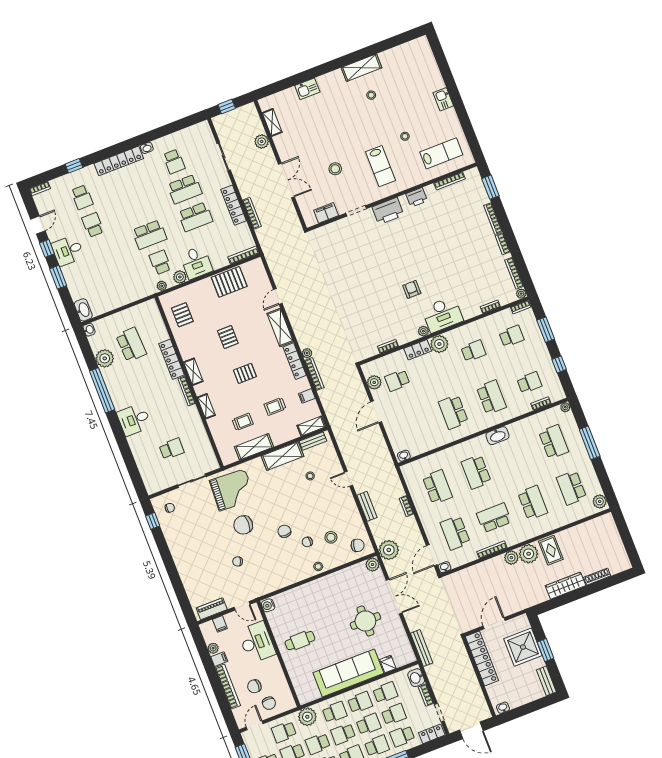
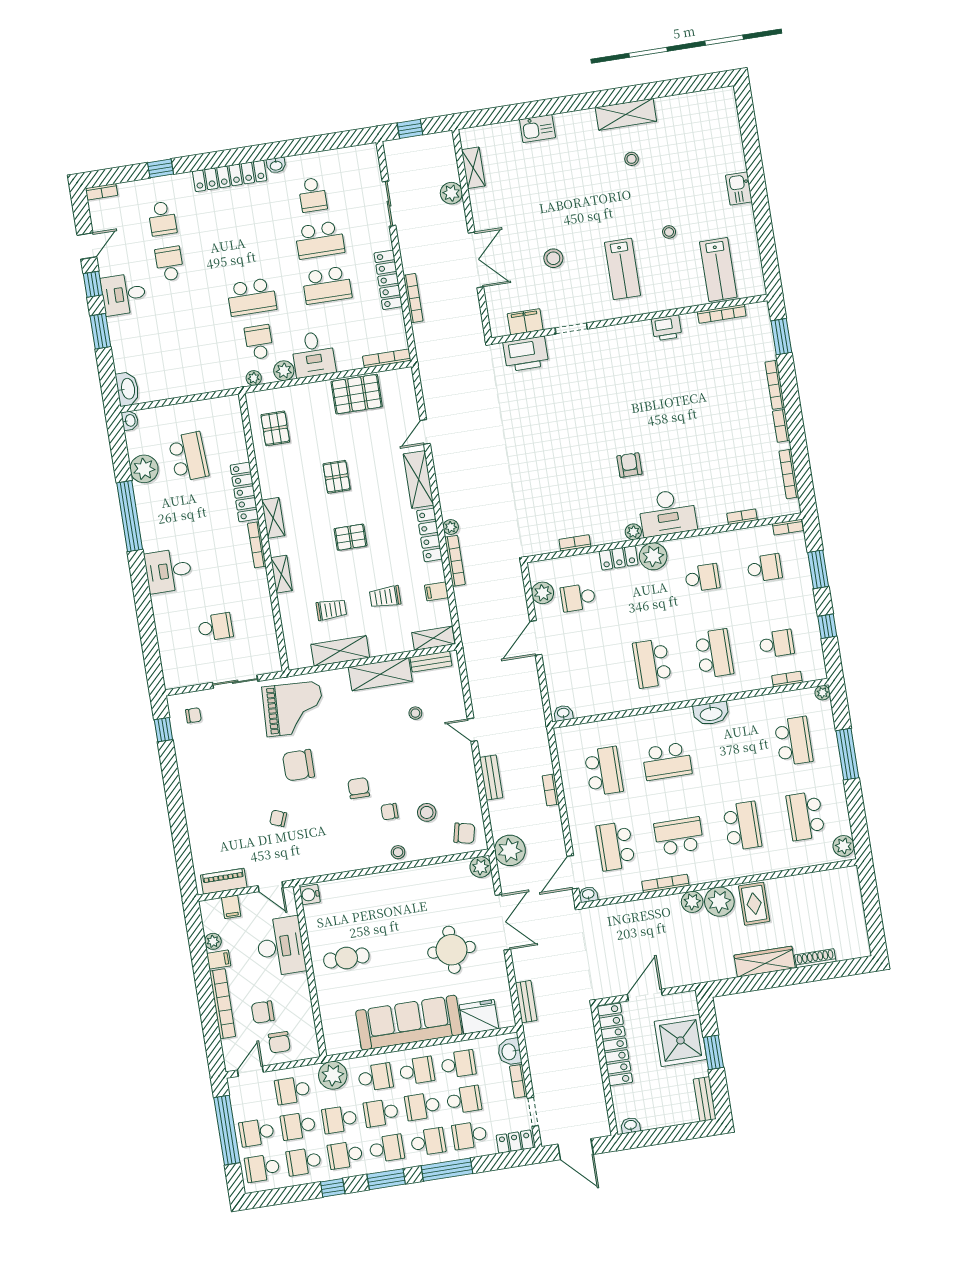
lab bench: (441, 153) -> (718, 269), turned 90
printer: (388, 211) -> (526, 354), moved
plant: (521, 294) -> (793, 507), removed
school desk: (476, 472) -> (667, 761), turned -90
bench: (422, 648) -> (526, 1002), width x0.73
fridge: (388, 664) -> (479, 1017), width x1.88, depth x1.34
school desk: (368, 724) -> (422, 1106), turned 180

